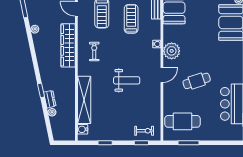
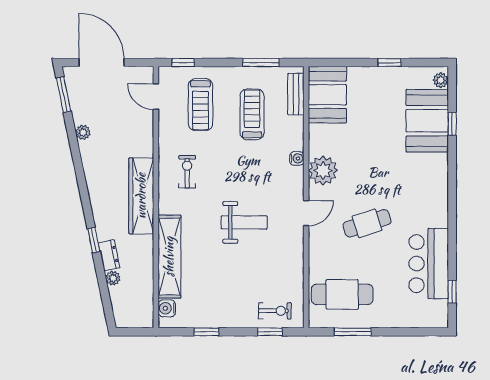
wardrobe: (68, 45) -> (141, 196), moved

